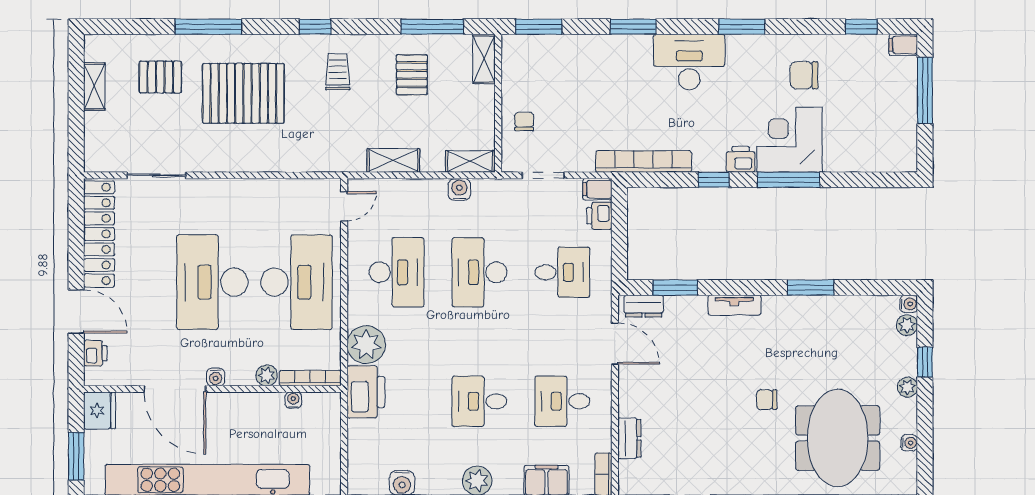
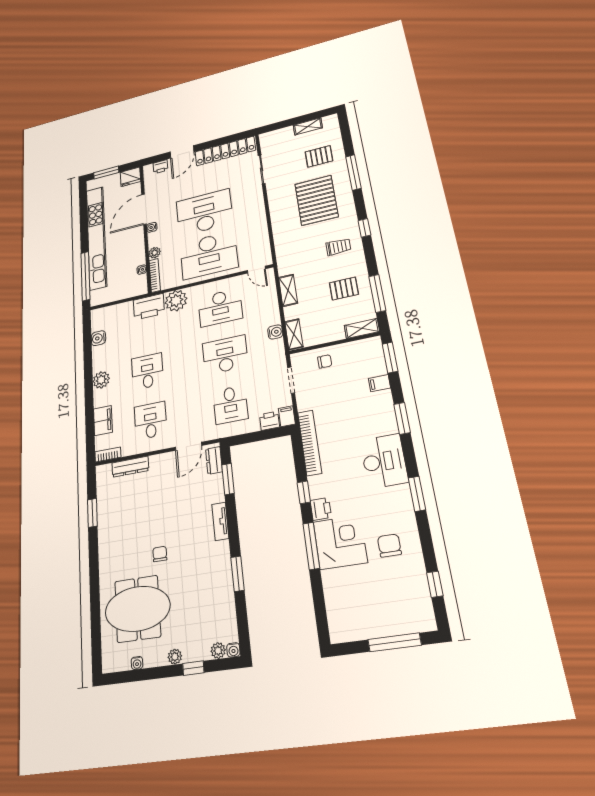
filing cabinet: (903, 45) -> (379, 383), moved, turned -90
pallet: (160, 77) -> (319, 156), turned 90
dresser: (629, 438) -> (130, 467), width x1.44

